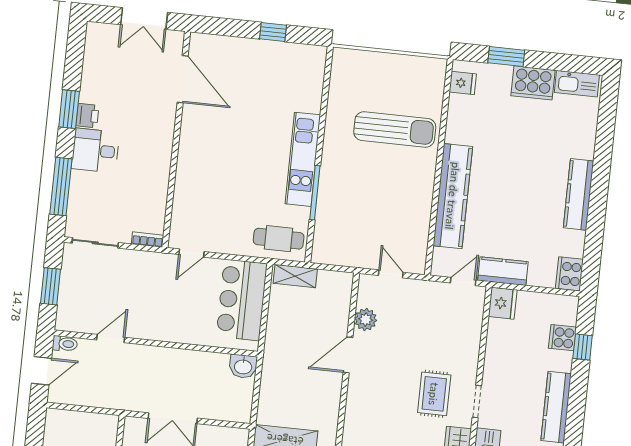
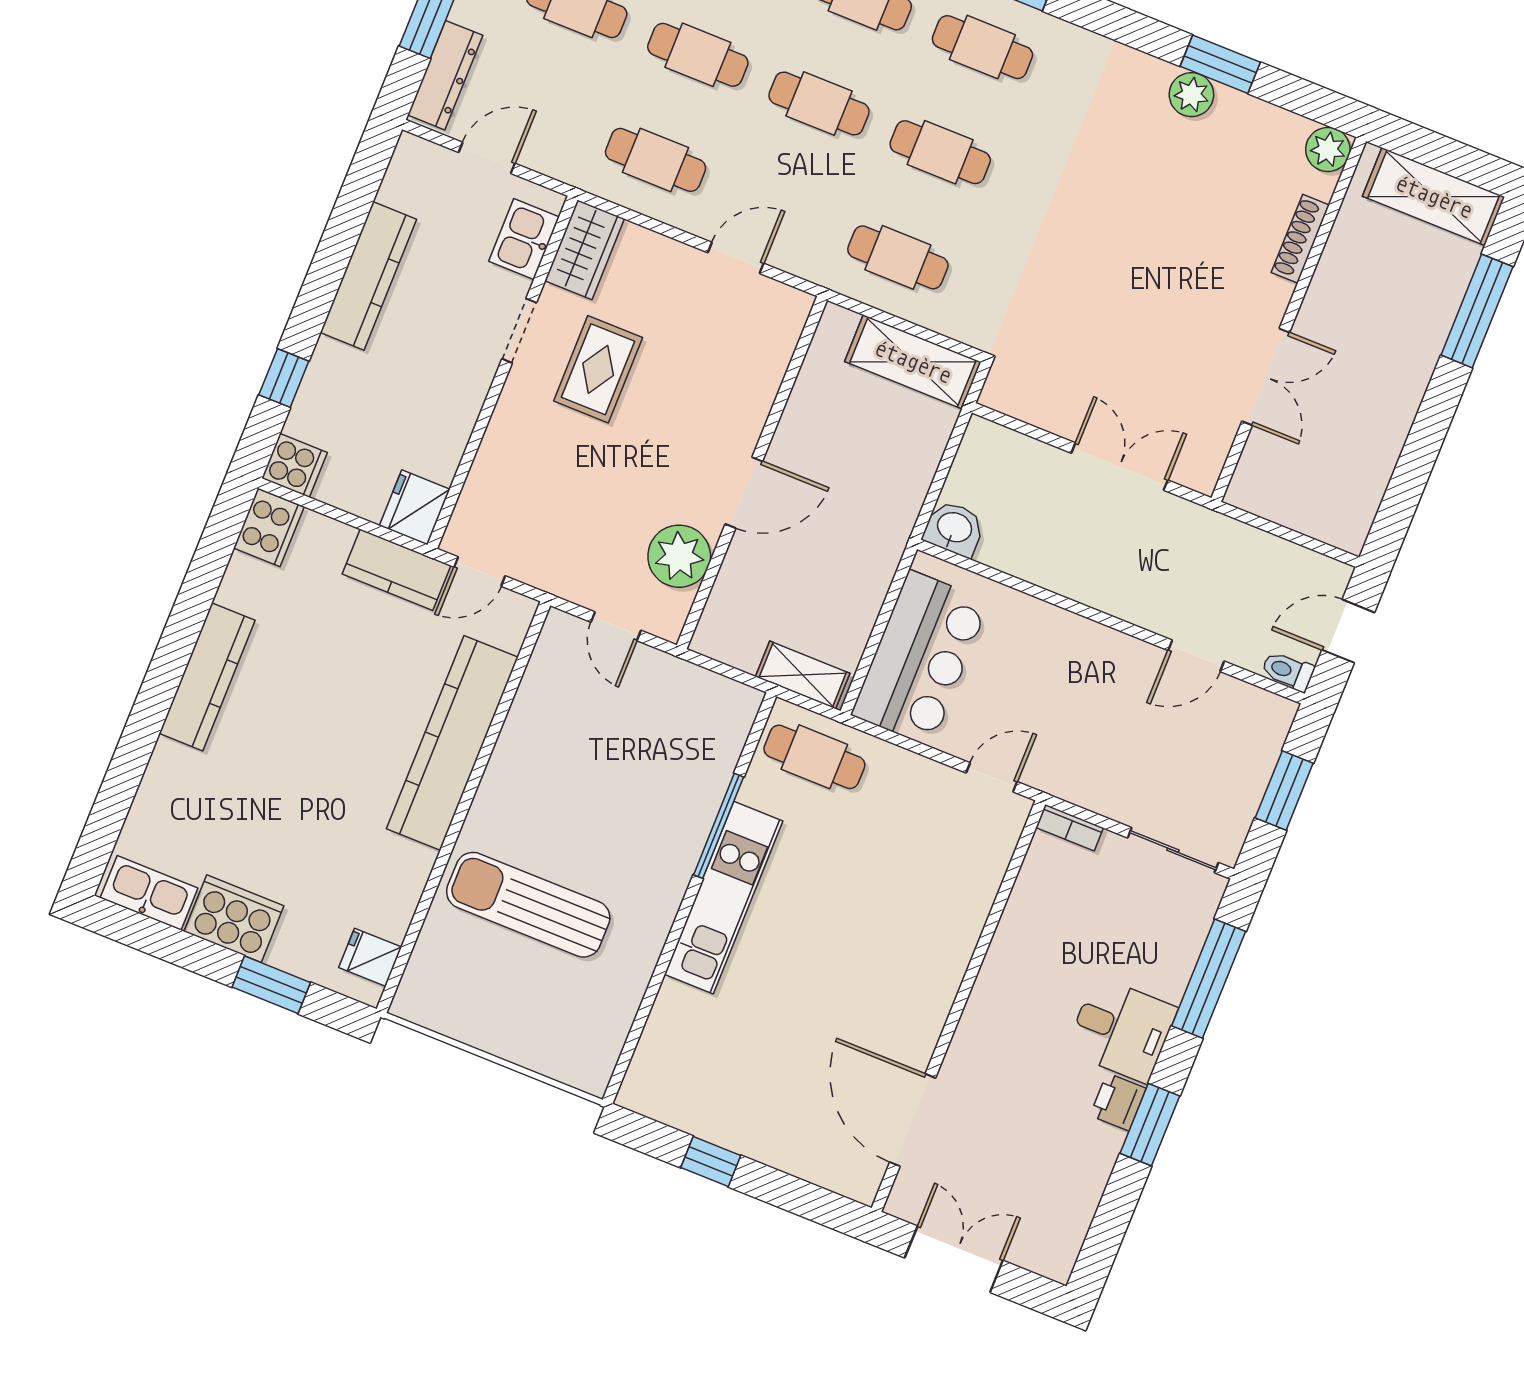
plant: (366, 320) -> (679, 556), width x1.36, depth x1.36
cooker: (562, 338) -> (294, 465), moved

